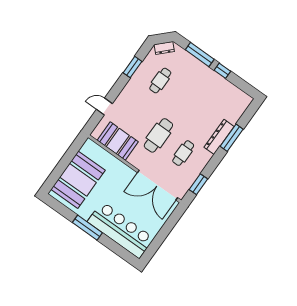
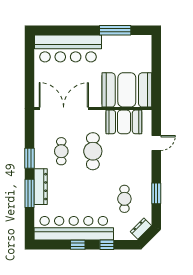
window: (200, 54) -> (107, 245), width x0.46
bar counter: (216, 86) -> (74, 228), added
booth: (78, 180) -> (127, 90), moved, turned 90
window: (198, 184) -> (30, 158), moved
window: (87, 228) -> (115, 30), moved

